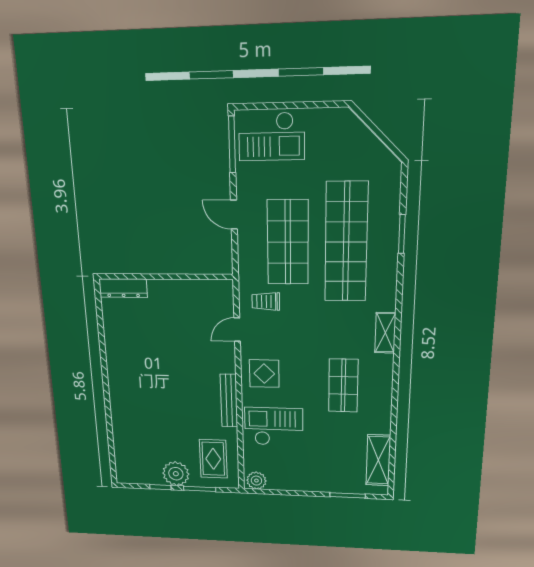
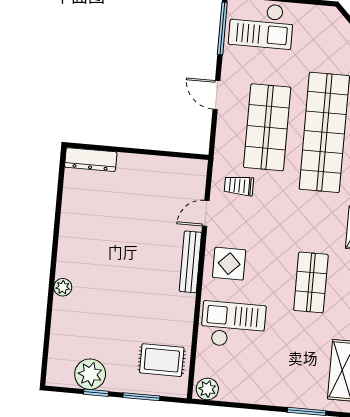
bench: (229, 401) -> (190, 262), moved
plant: (117, 403) -> (63, 287), added
rug: (213, 459) -> (162, 360), turned 90
plant: (176, 474) -> (90, 374), moved

